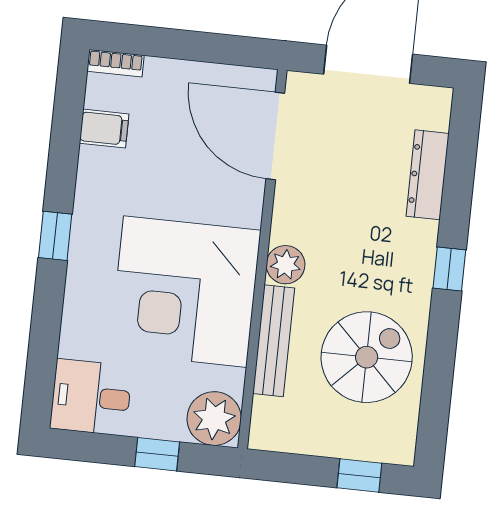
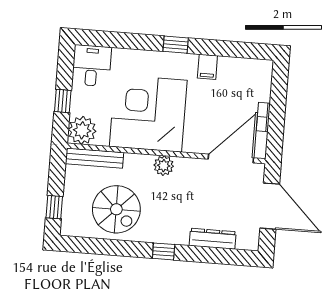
bookcase: (116, 63) -> (263, 117), moved
filing cabinet: (104, 129) -> (207, 67), moved
bench: (274, 341) -> (95, 158), moved

